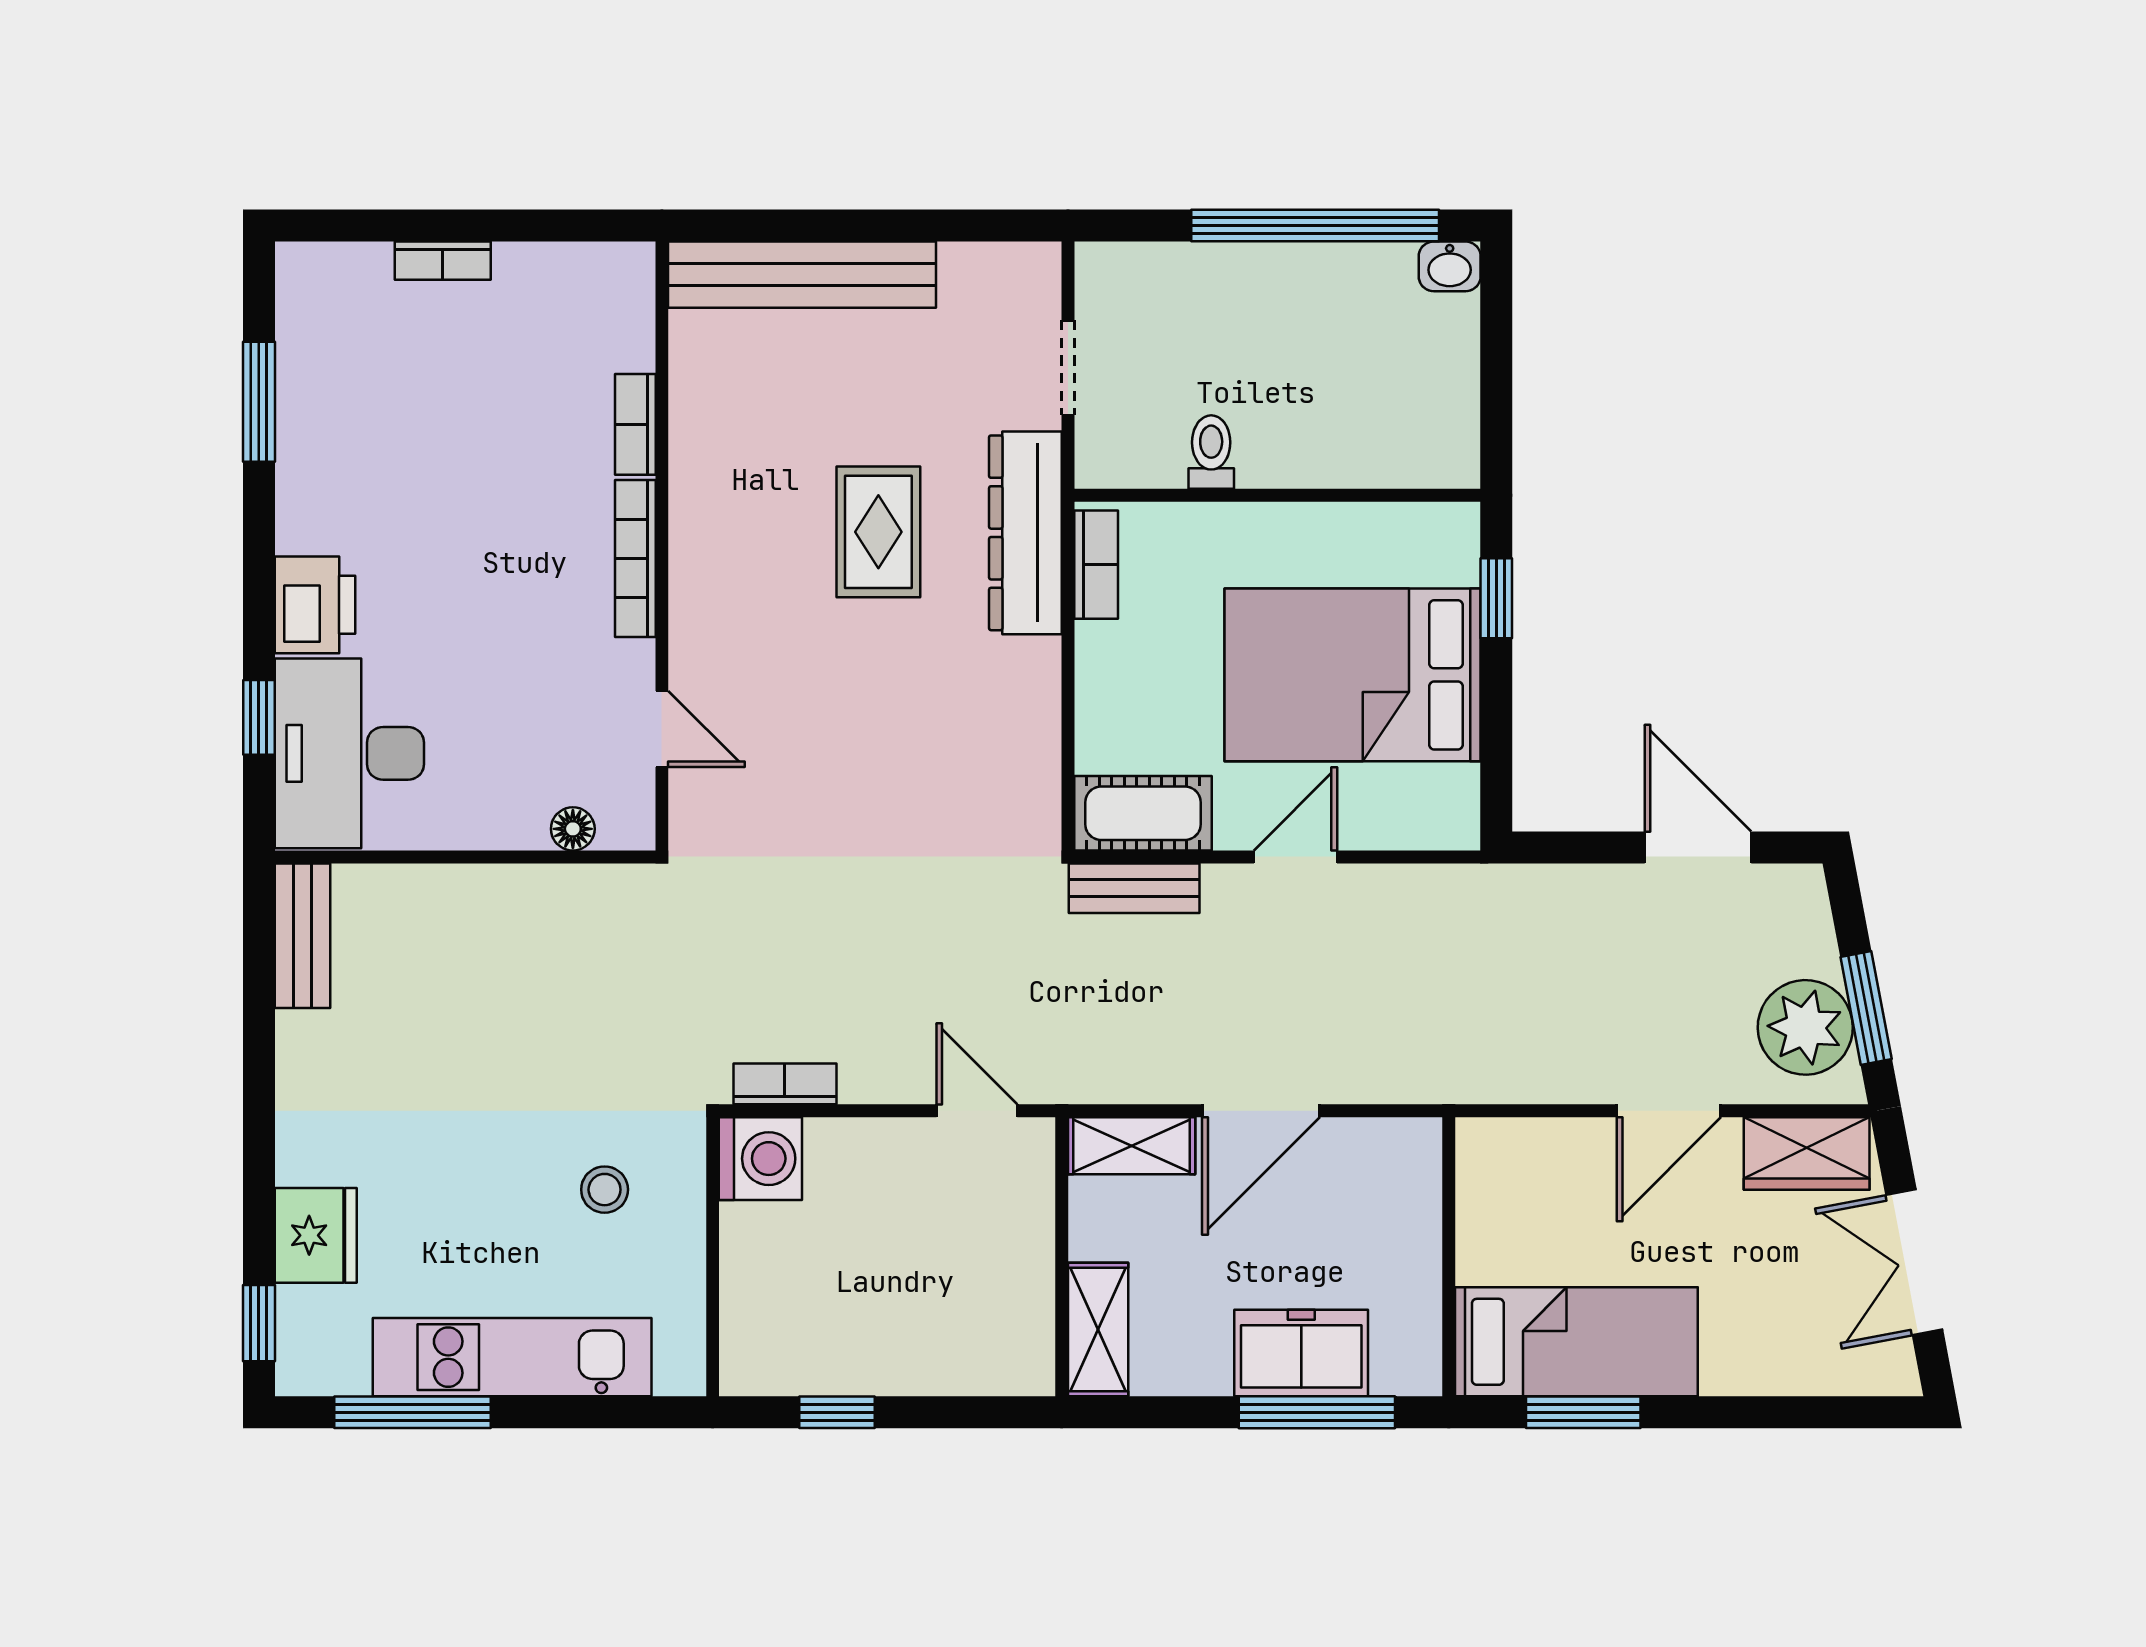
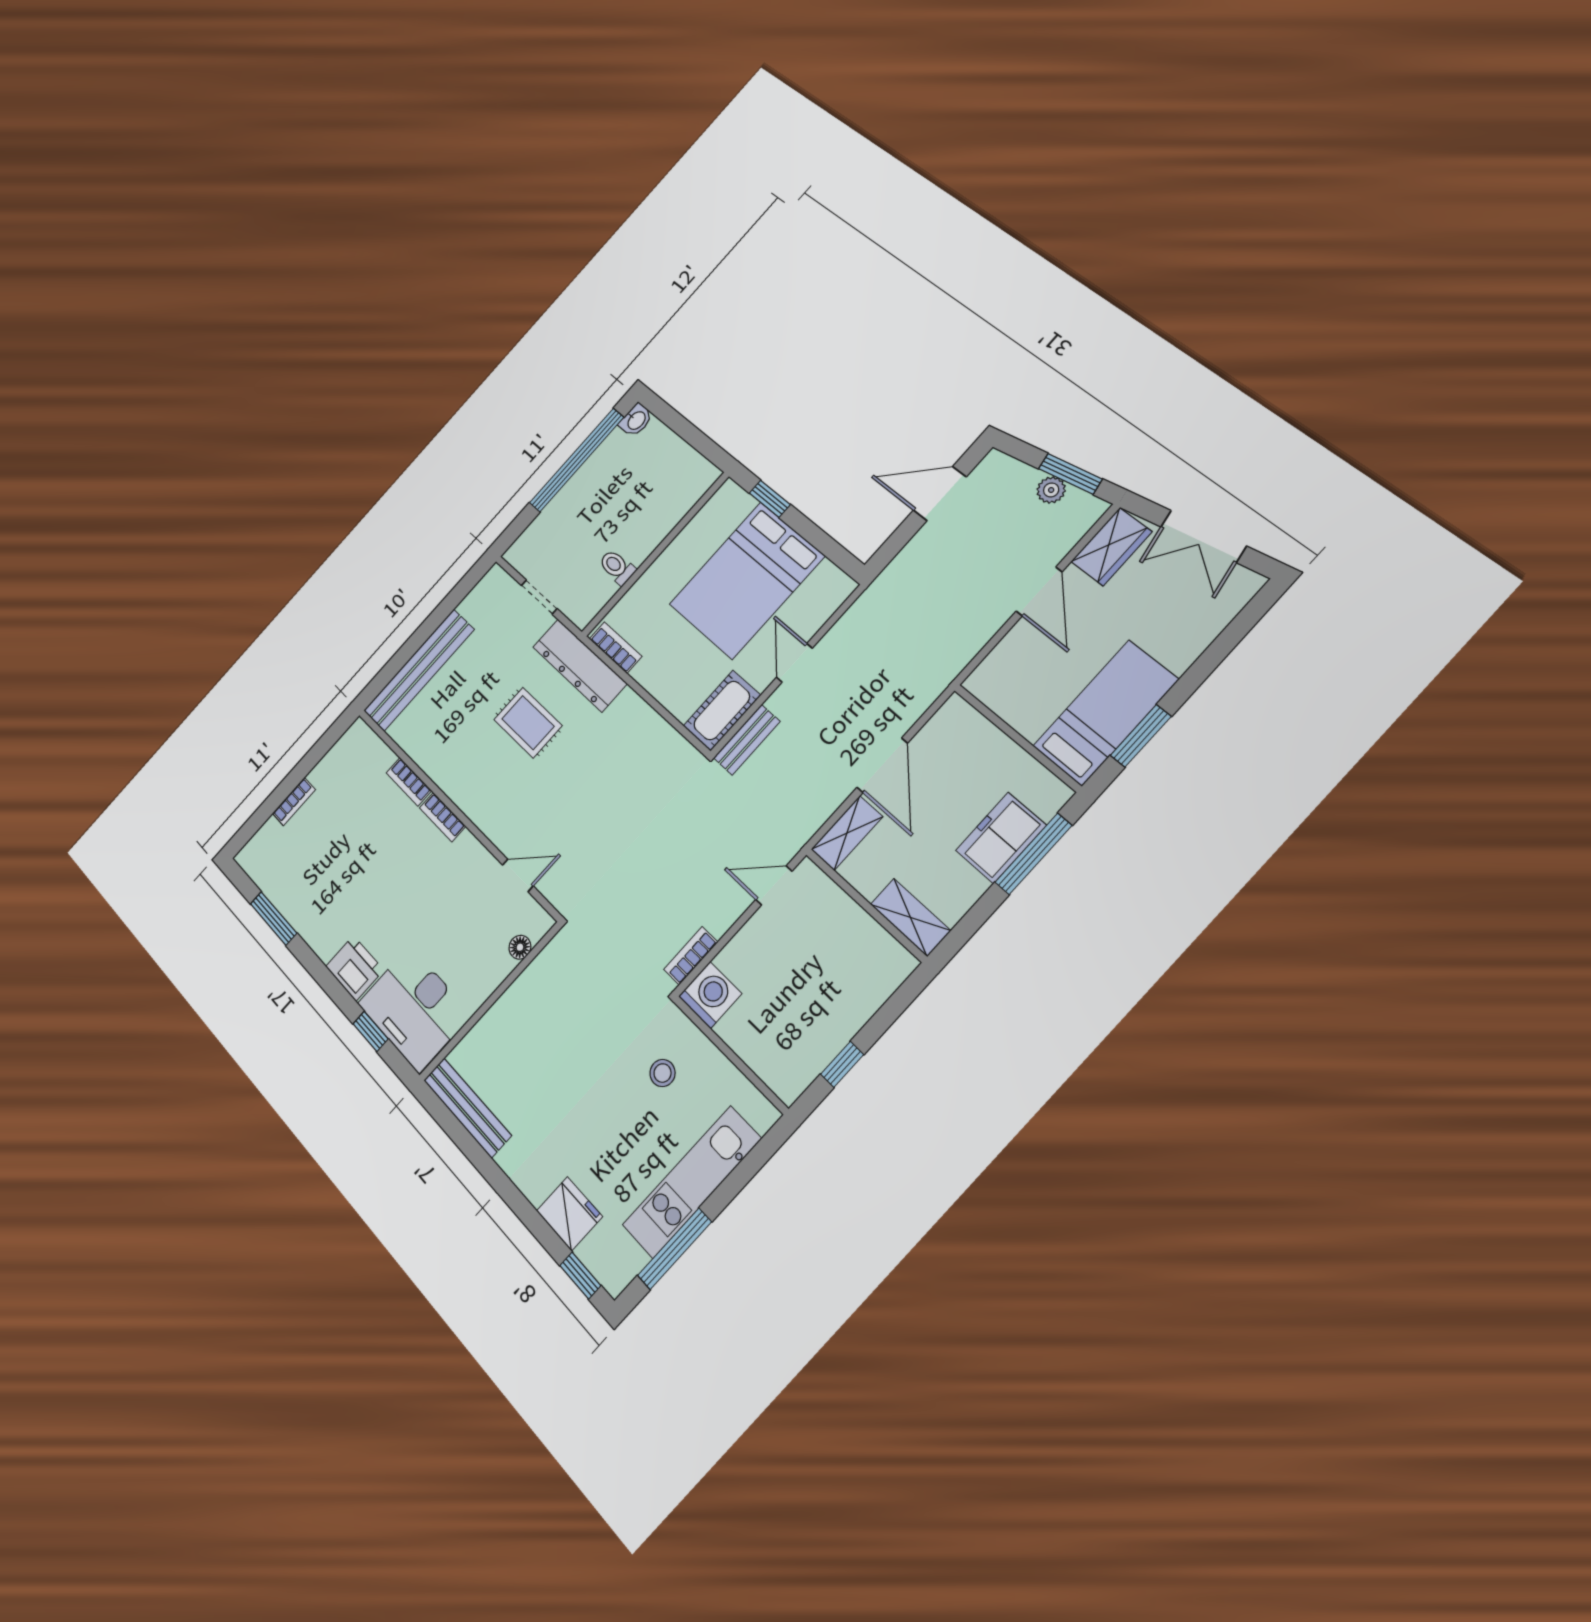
bookcase: (635, 559) -> (443, 817), width x0.64
bench: (302, 936) -> (467, 1108), width x1.36
plant: (1805, 1027) -> (1051, 490), width x0.53, depth x0.53

